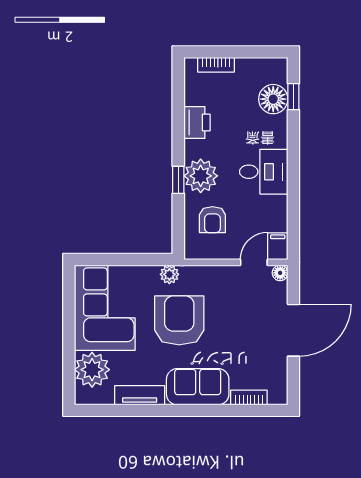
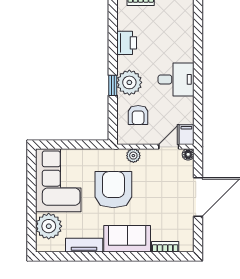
window: (293, 97) -> (198, 24), removed
floor lamp: (273, 99) -> (183, 26), removed
plant: (169, 274) -> (133, 156), moved

